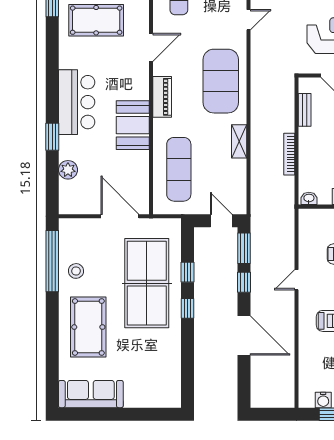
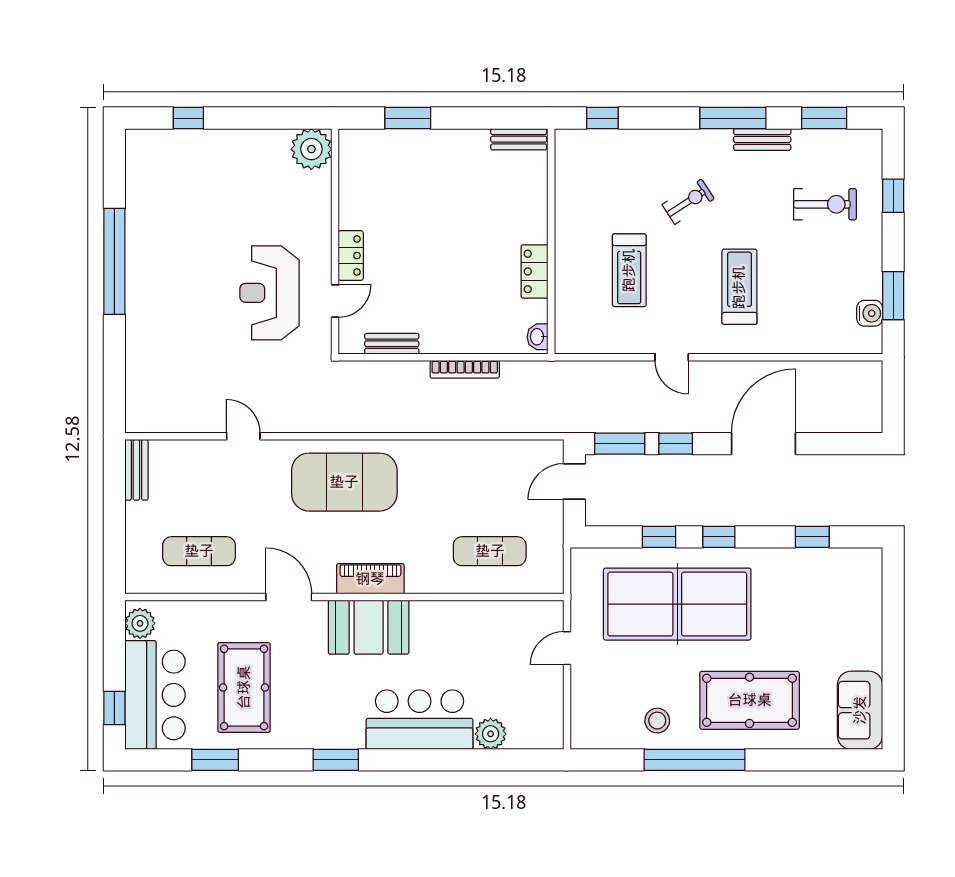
bar counter: (77, 102) -> (420, 720), moved
booth: (133, 125) -> (369, 627), moved
window: (52, 137) -> (336, 760), moved
shelving: (239, 141) -> (444, 452), removed
exercise mat: (179, 169) -> (490, 551), width x0.73, depth x0.69
door: (120, 216) -> (567, 648), width x0.53
window: (52, 261) -> (695, 760), moved
window: (187, 365) -> (812, 537), added
sofa: (91, 394) -> (860, 710), width x0.73

